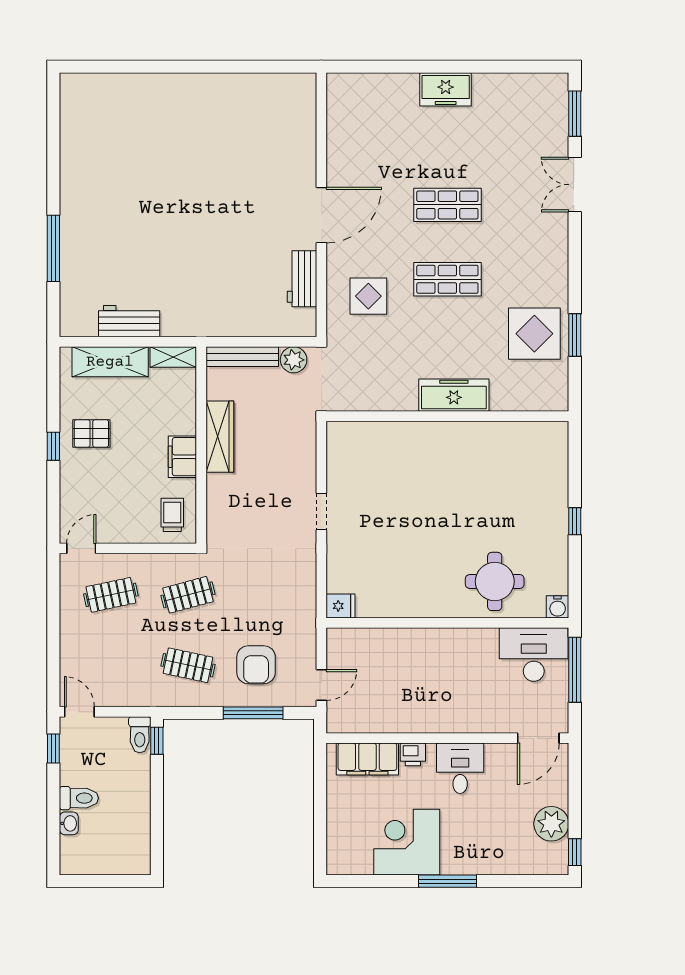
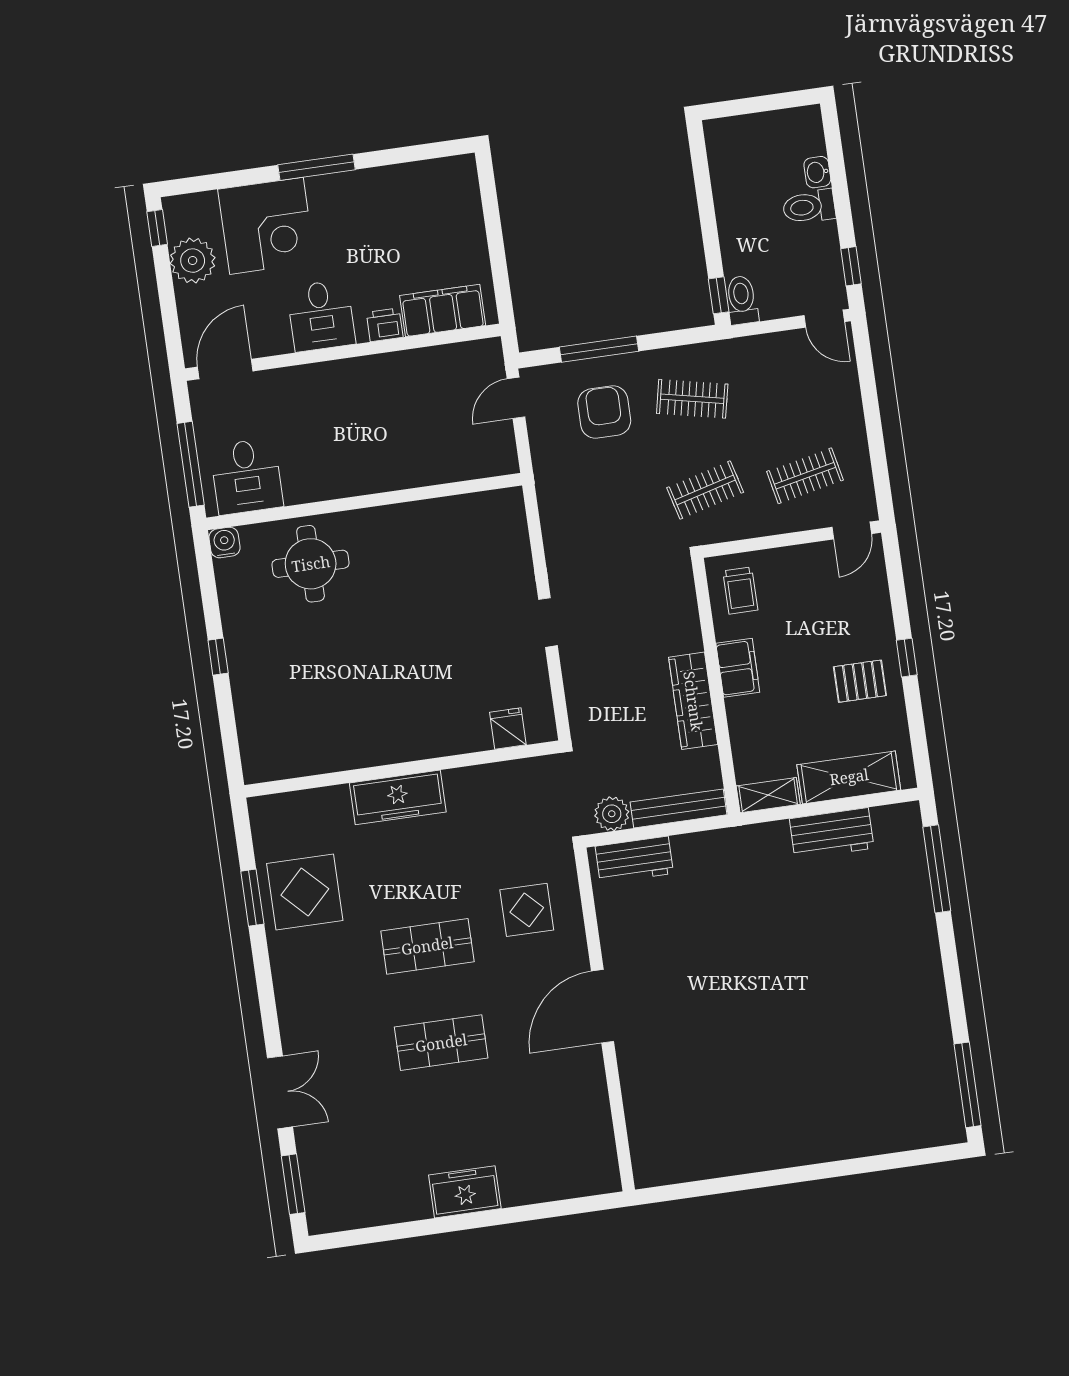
window: (53, 116) -> (968, 1085), added
window: (53, 248) -> (937, 869), moved
workbench: (302, 279) -> (634, 860), moved, turned 90
fridge: (341, 606) -> (508, 729), moved, turned 90
desk: (534, 655) -> (247, 476), width x0.73
corner desk: (407, 842) -> (266, 226), moved

